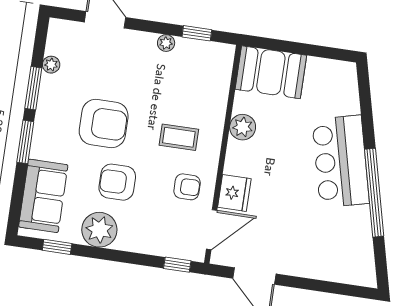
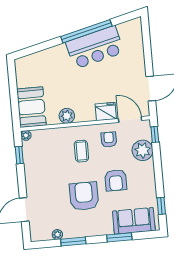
plant: (166, 43) -> (26, 135), moved
window: (25, 142) -> (119, 237), moved
bar counter: (341, 161) -> (95, 47), moved
plant: (99, 230) -> (143, 150), moved

